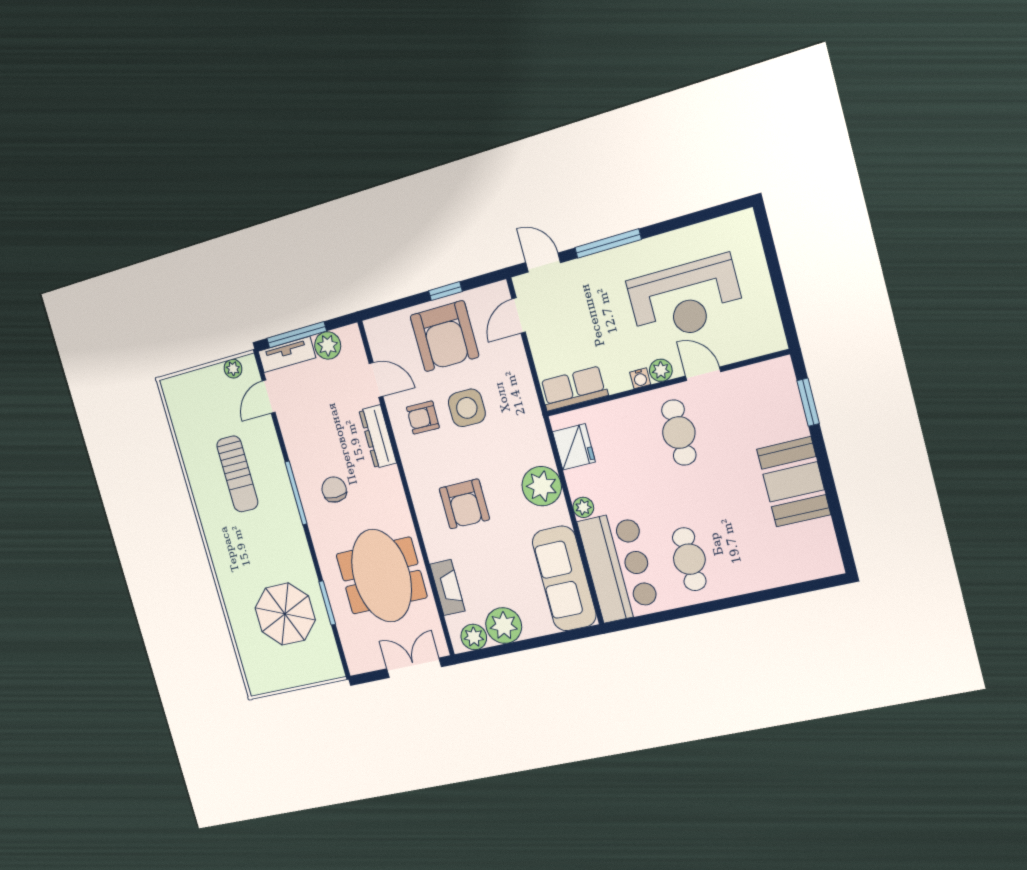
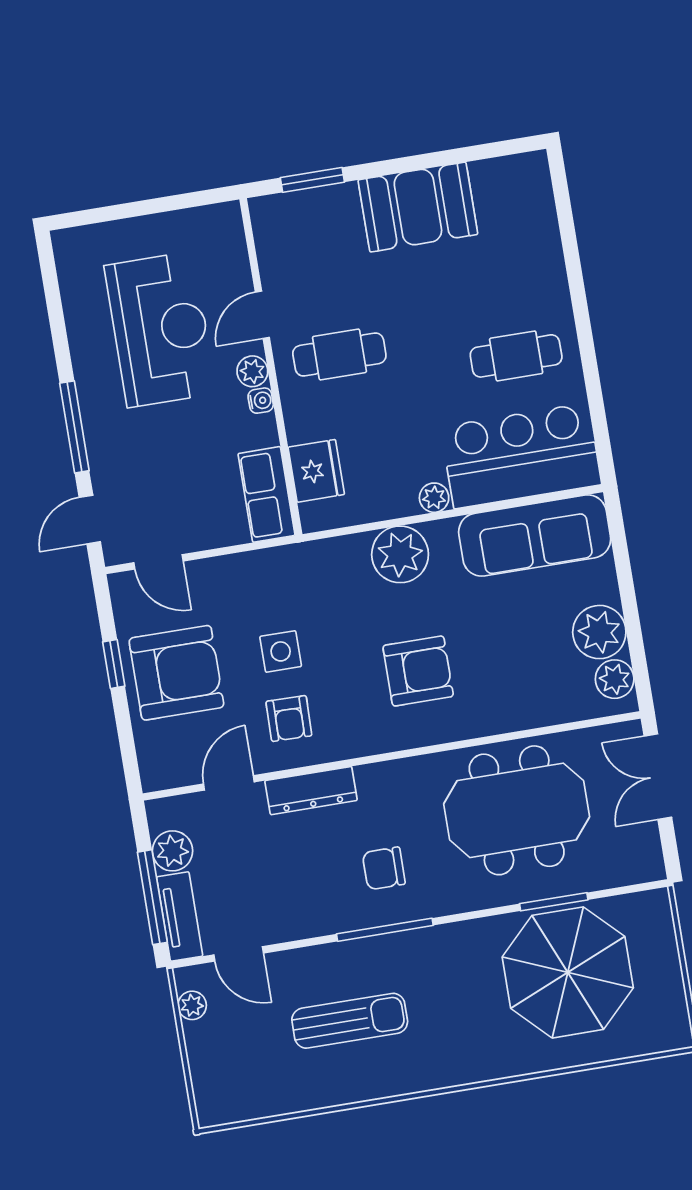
side table: (467, 408) -> (281, 651), width x0.73, depth x0.73
fridge: (574, 447) -> (316, 471), moved, turned 90
fireplace: (447, 588) -> (539, 711), removed
parasol: (285, 614) -> (568, 972), width x1.36, depth x1.36

